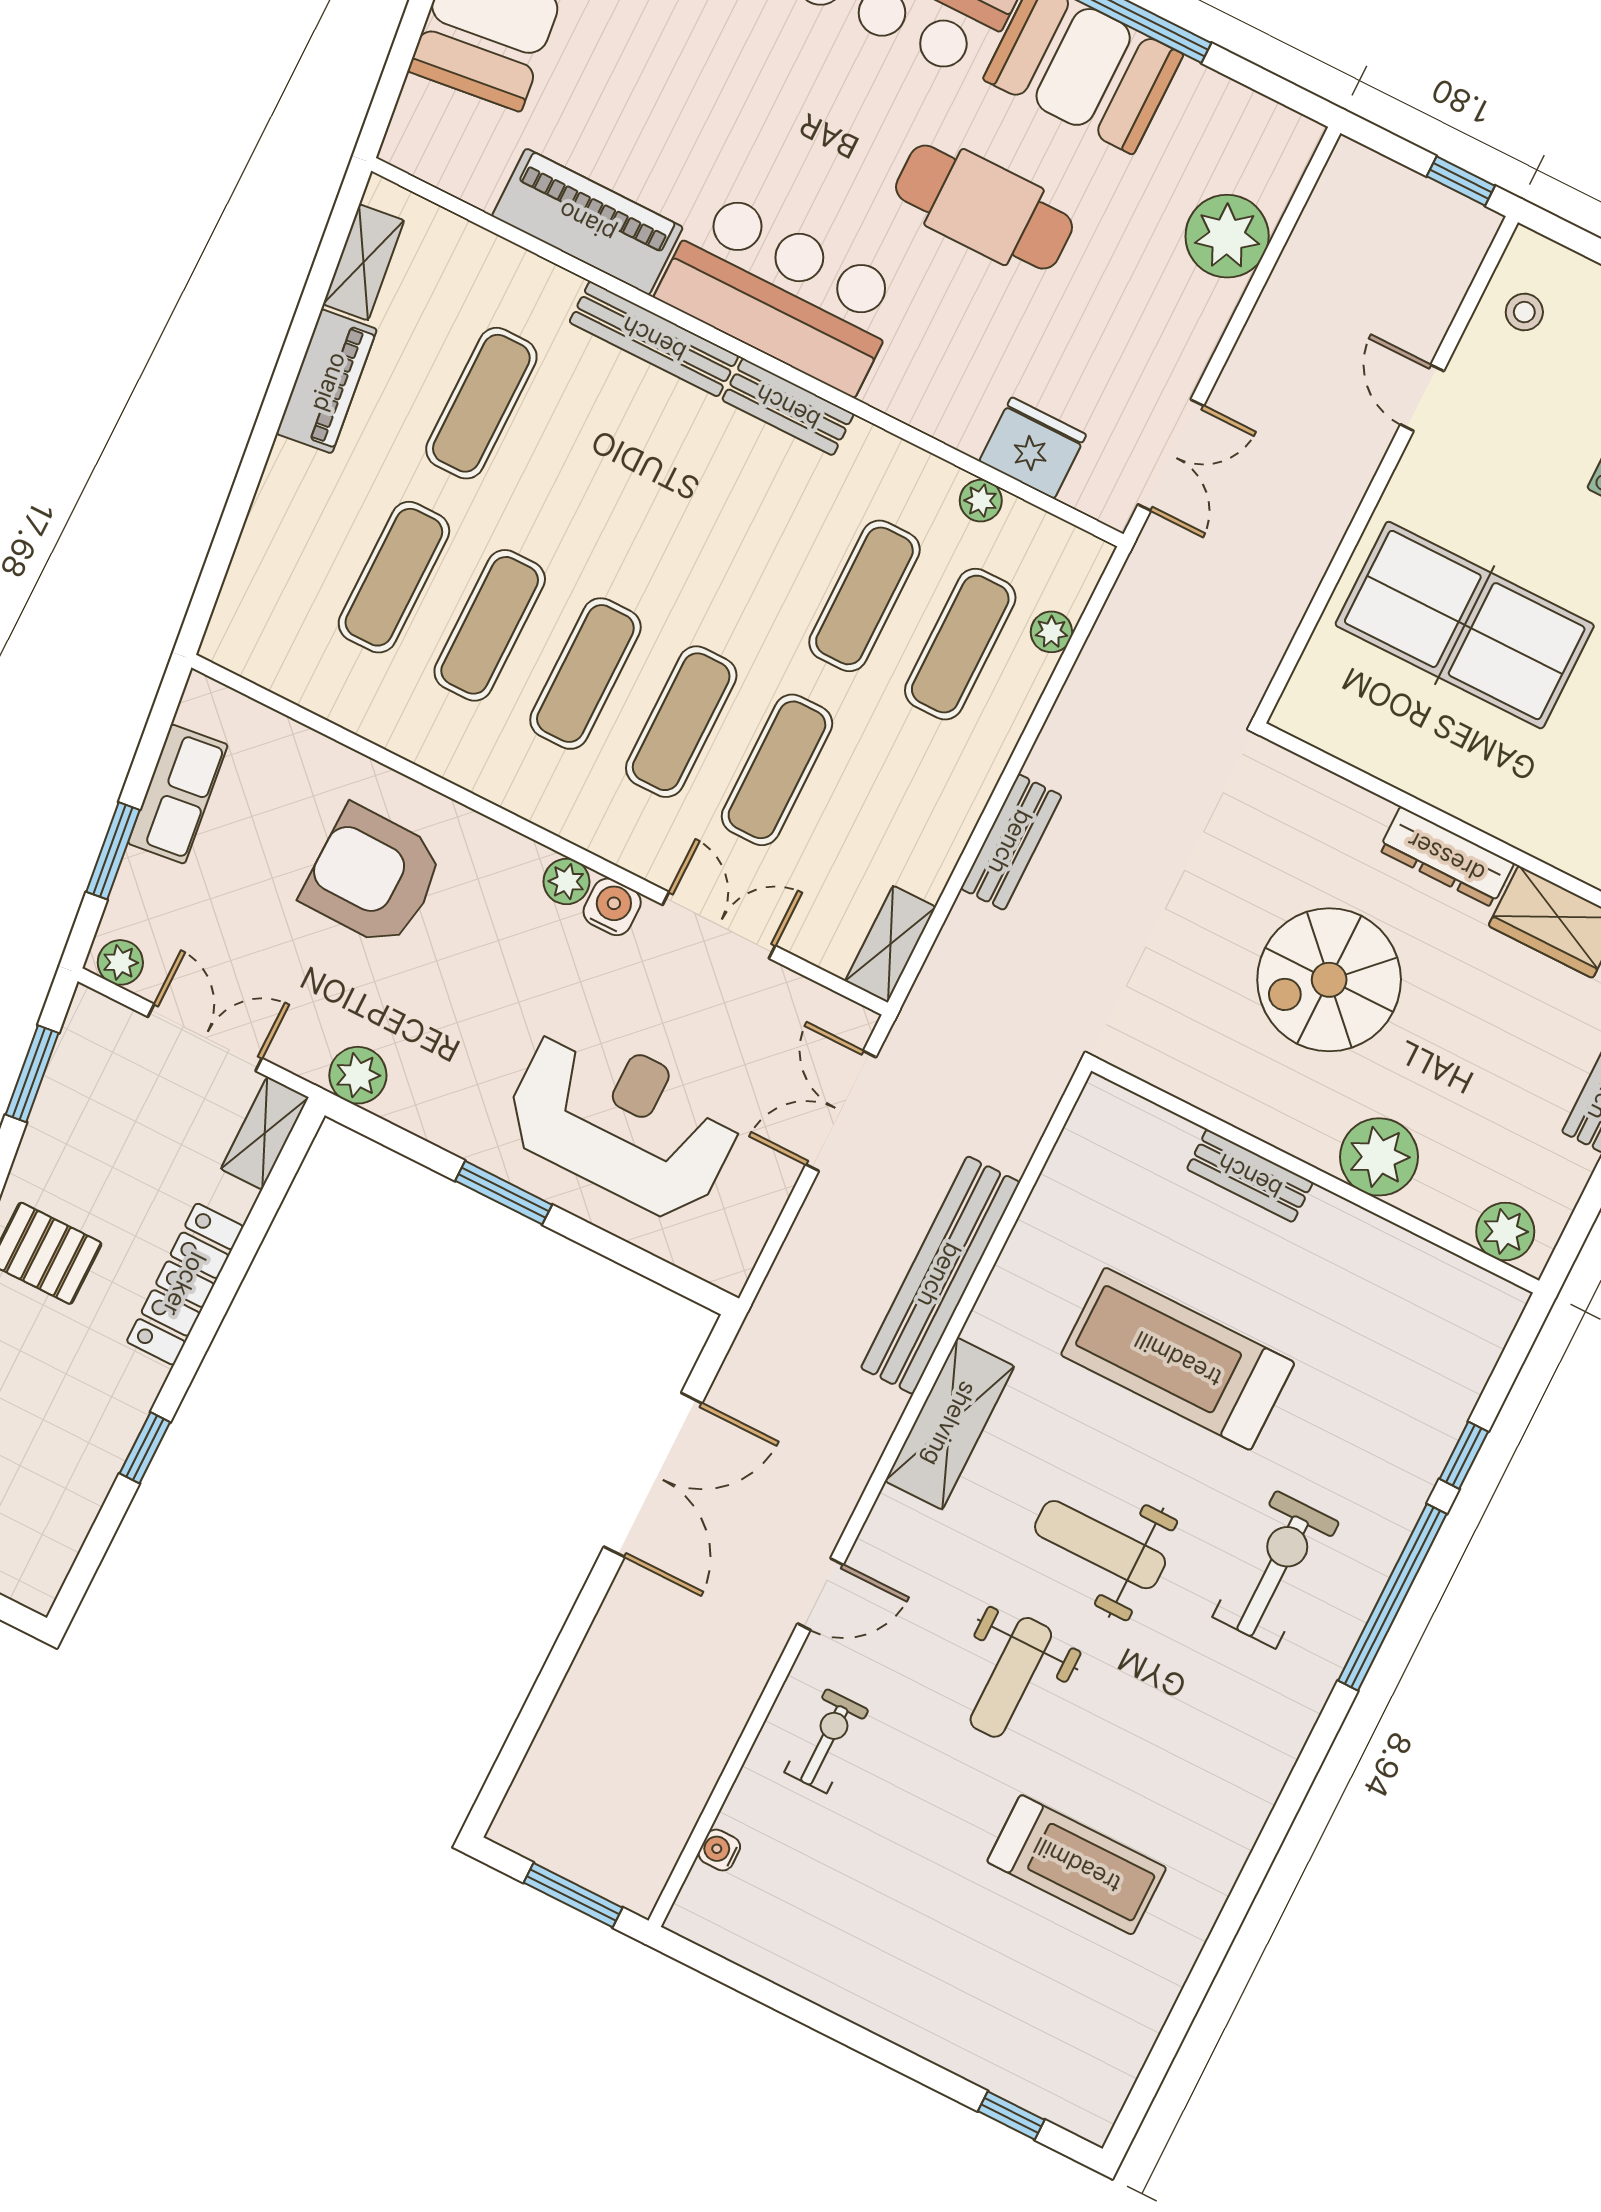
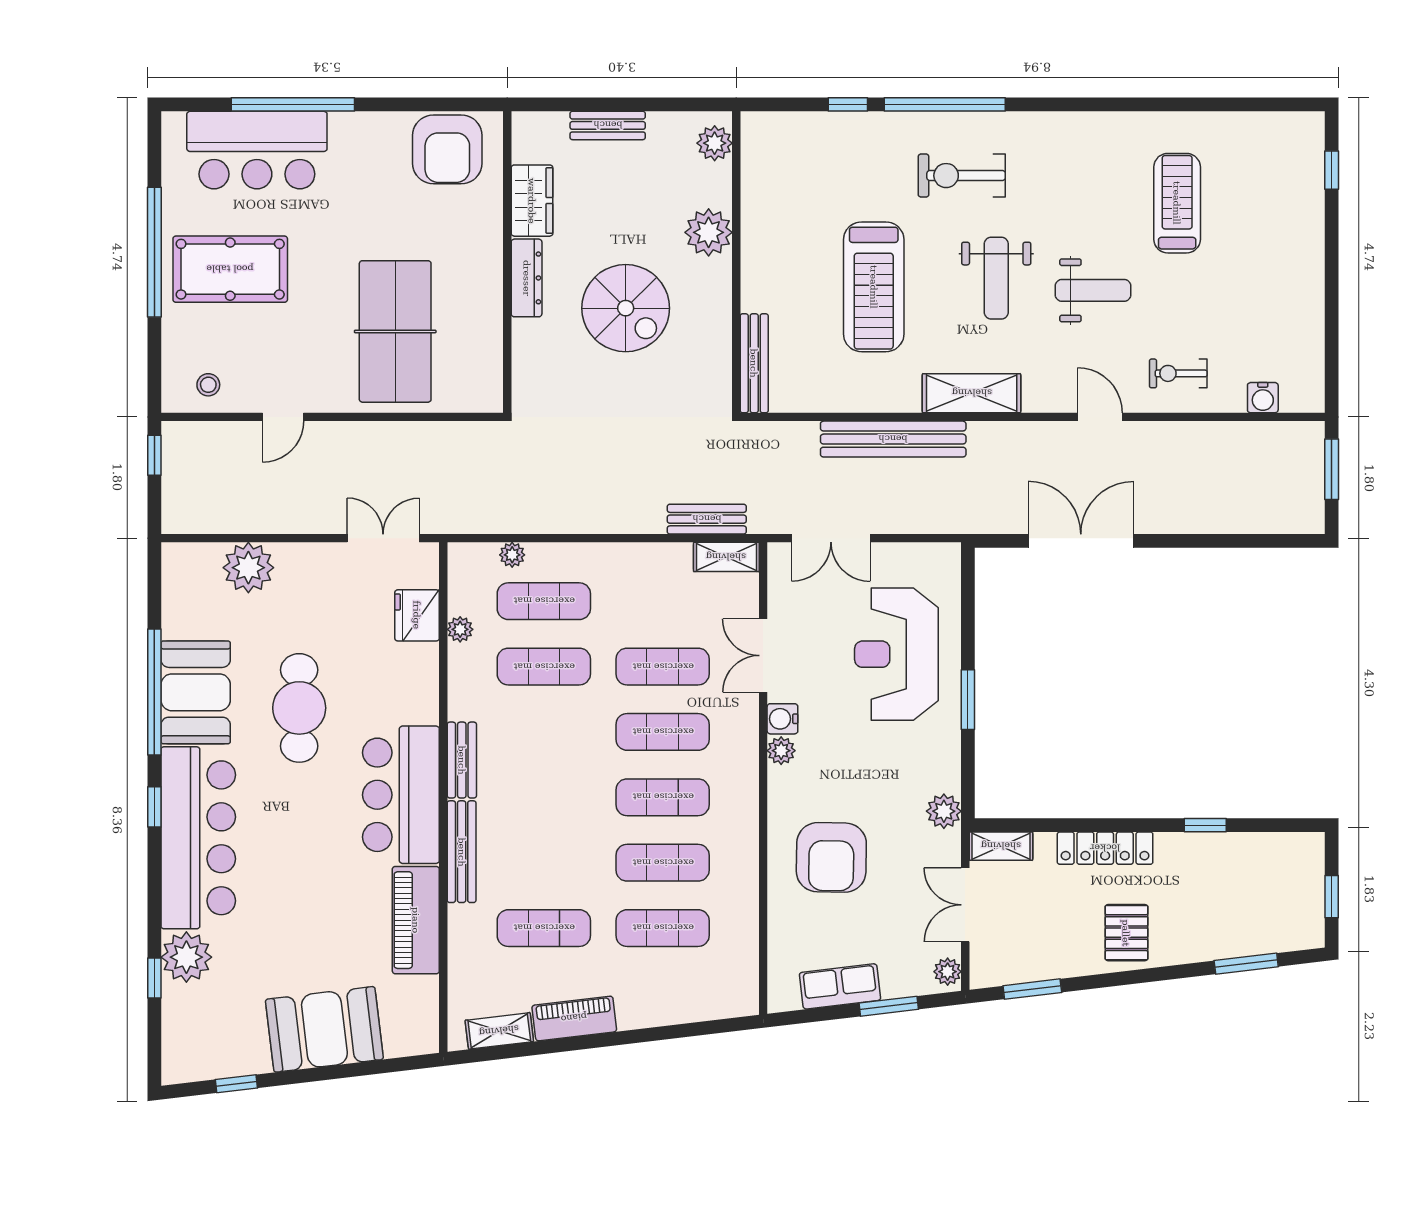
bench: (1011, 842) -> (707, 519), moved
bench: (1250, 1176) -> (754, 363), moved, width x1.36
water cooler: (719, 1850) -> (1263, 398), width x1.38, depth x1.38

